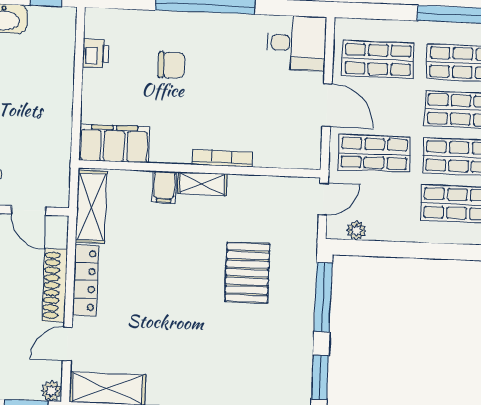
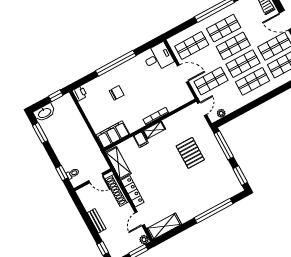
printer: (96, 53) -> (80, 93), moved
shoe rack: (55, 285) -> (117, 190), moved

